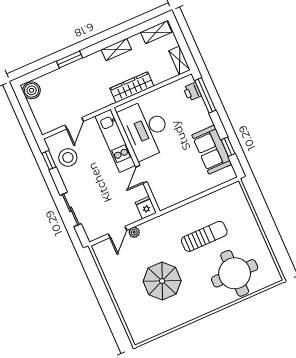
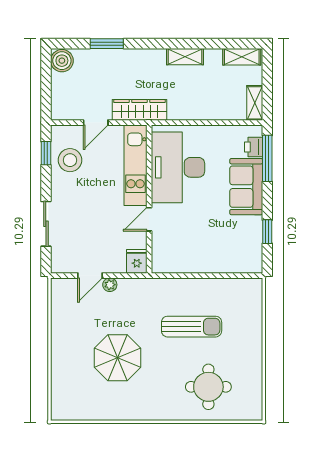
window: (69, 59) -> (107, 44), moved
wardrobe: (132, 87) -> (139, 110), moved
sofa: (212, 150) -> (246, 187), moved
round table: (235, 273) -> (208, 387), width x0.73, depth x0.73

